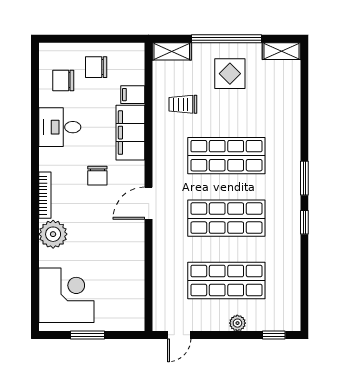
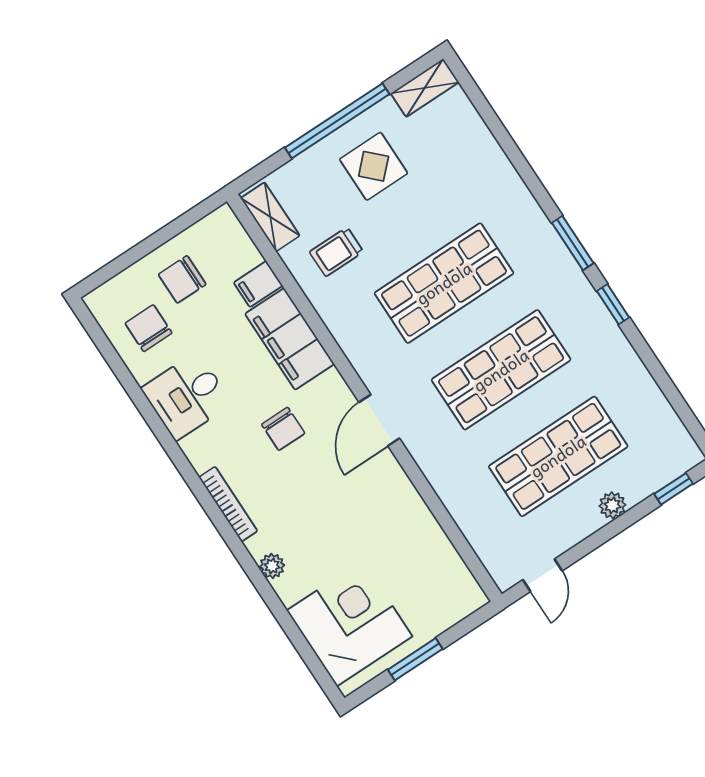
shelving: (172, 51) -> (270, 217), moved, turned 90
chair: (63, 80) -> (149, 328), turned 90
plant: (53, 234) -> (272, 566), width x0.53, depth x0.53

